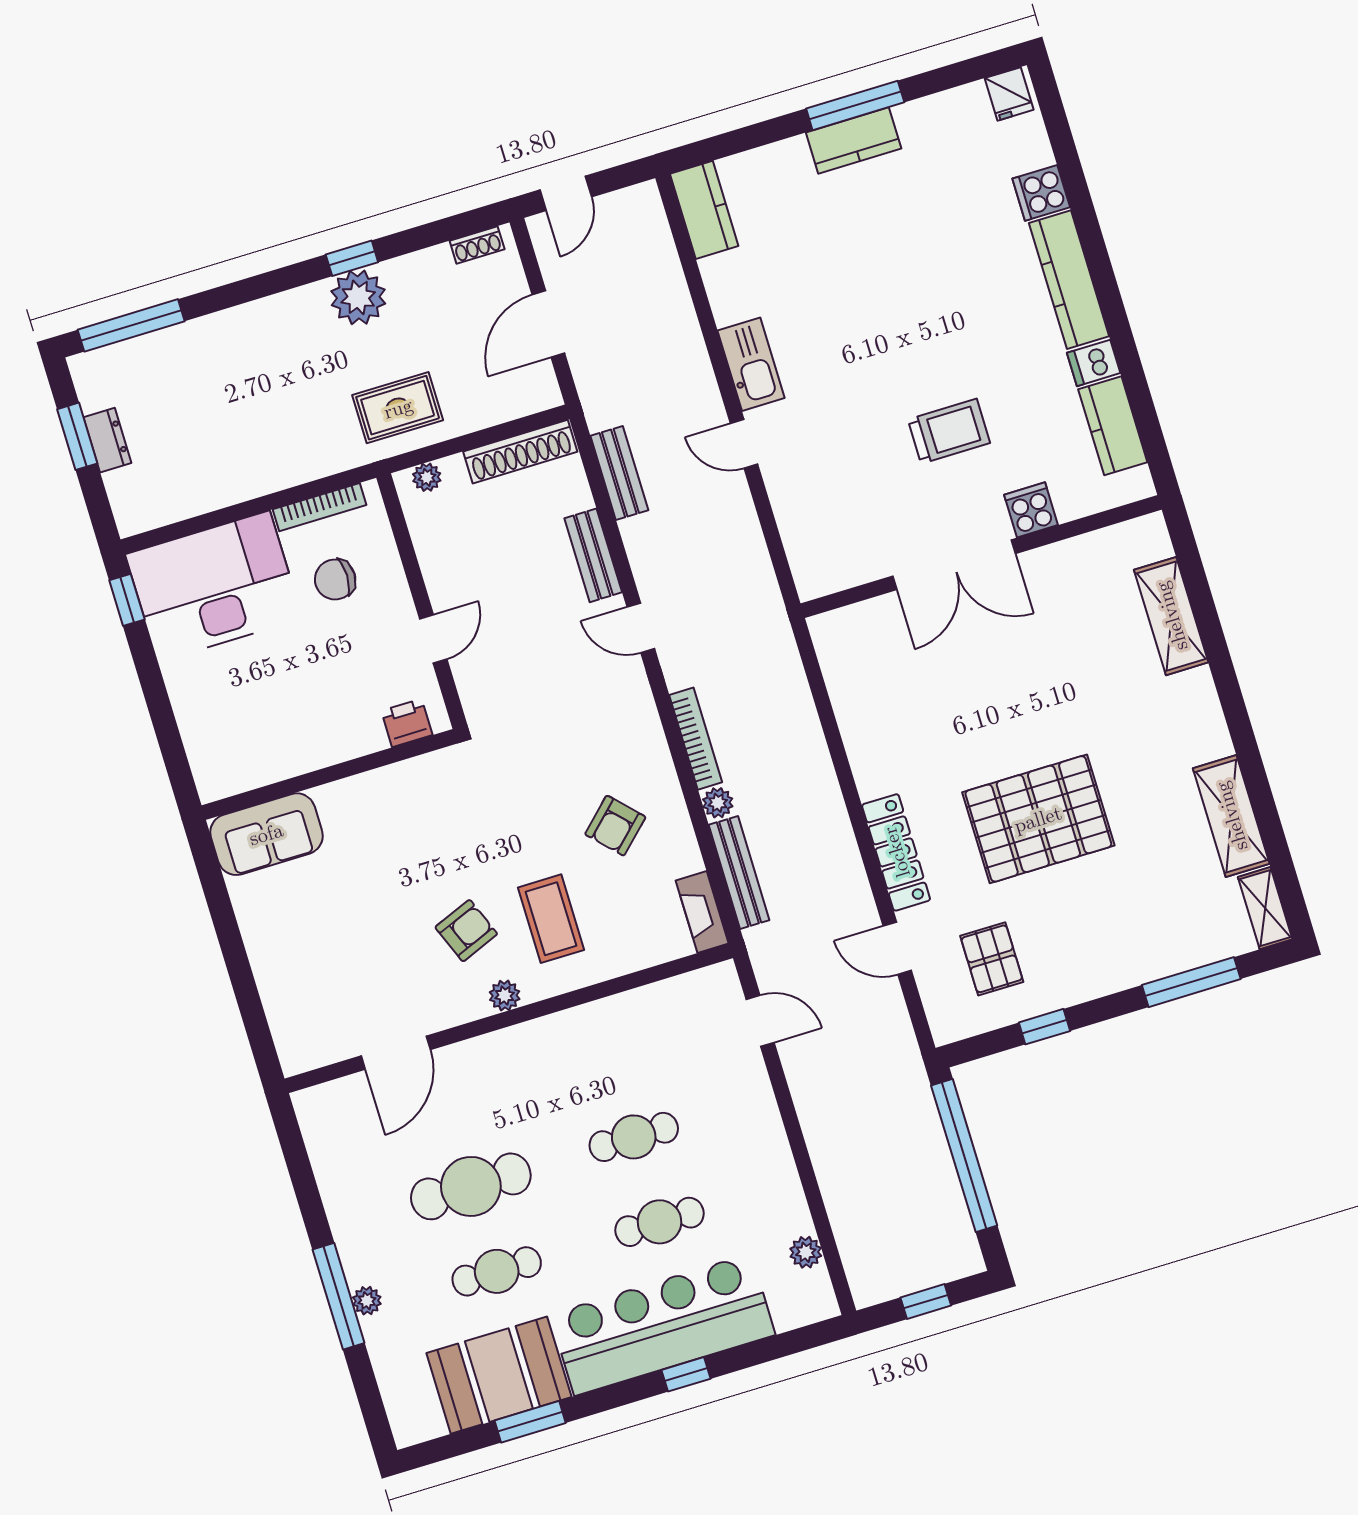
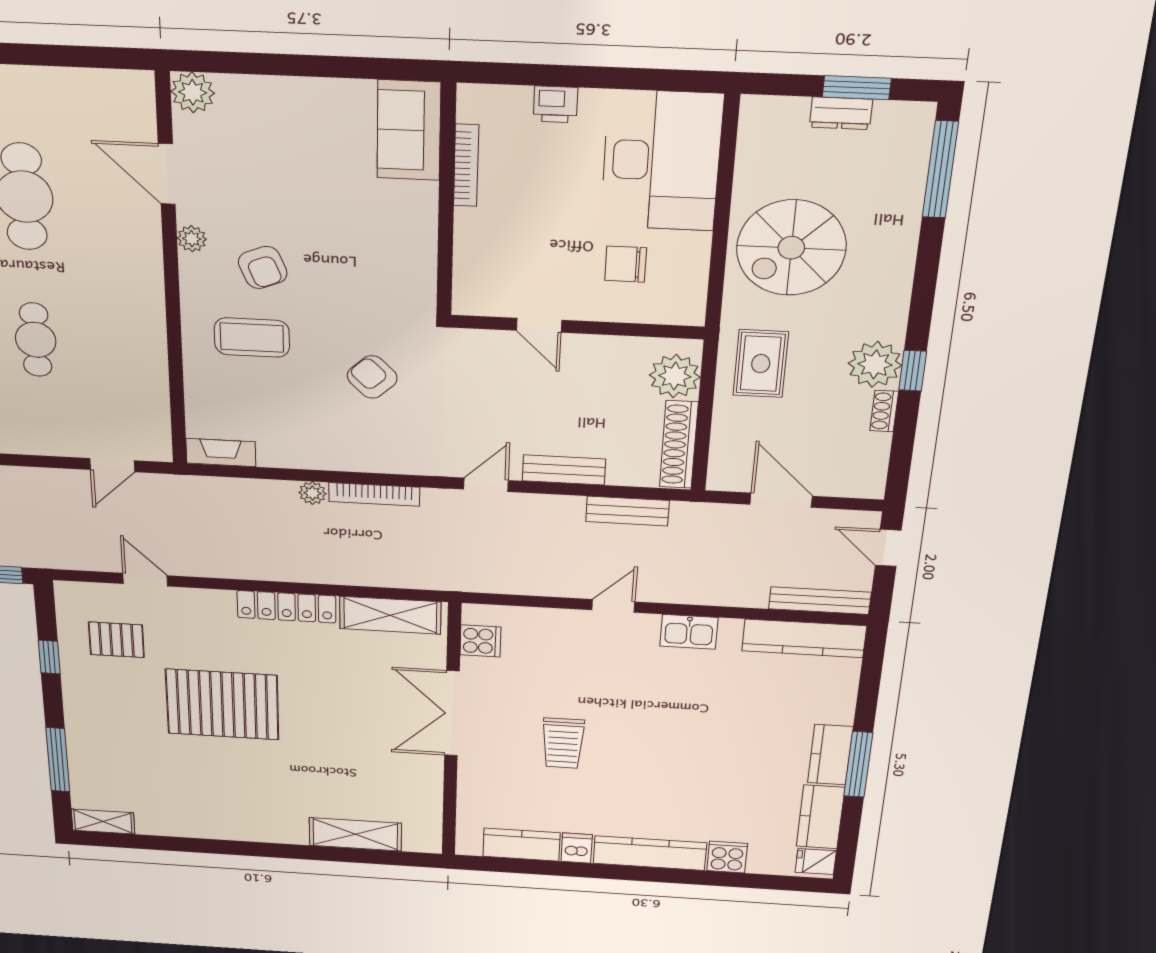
kitchen counter: (944, 115) -> (821, 817), added
kitchen counter: (704, 210) -> (804, 638), width x1.50
shoe rack: (477, 245) -> (884, 411), moved
kitchen sink: (751, 364) -> (689, 632), width x0.73
spiral stairs: (261, 429) -> (791, 248), added
plant: (427, 477) -> (675, 376), width x1.88, depth x1.88
bookcase: (319, 507) -> (466, 165), moved, turned 180
cooker: (1031, 510) -> (480, 641), moved
chair: (335, 579) -> (626, 264), turned -90
window: (127, 600) -> (680, 81), removed
printer: (407, 723) -> (555, 104), moved, turned 90
shelving: (1231, 816) -> (390, 615), moved
pallet: (1038, 819) -> (222, 704), turned 90
armchair: (615, 826) -> (372, 377), moved
locker: (896, 852) -> (287, 607), moved
bench: (739, 872) -> (820, 601), moved
door: (897, 948) -> (145, 580), hinge flipped
plant: (505, 996) -> (192, 239), moved
plant: (299, 1051) -> (193, 92), added

